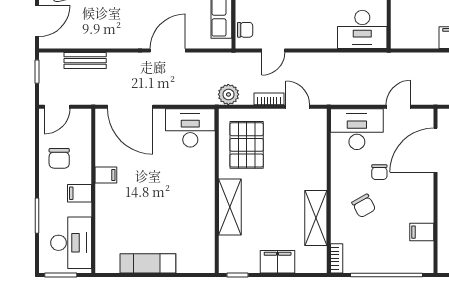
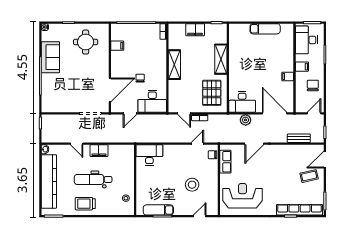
plant: (228, 94) -> (246, 120), moved
chair: (364, 206) -> (149, 60), removed
shelving: (316, 218) -> (174, 65), moved

